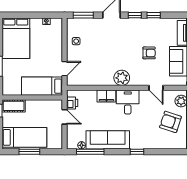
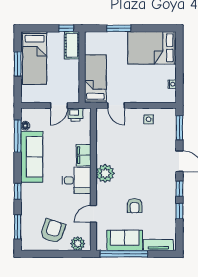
window: (167, 152) -> (18, 227), added

